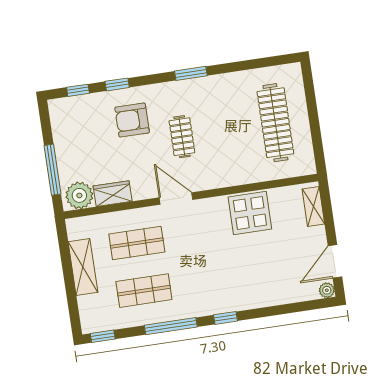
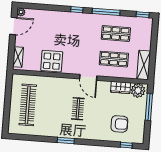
window: (117, 84) -> (105, 144), removed
armchair: (132, 120) -> (119, 124), moved
shelving: (83, 267) -> (144, 65), moved

